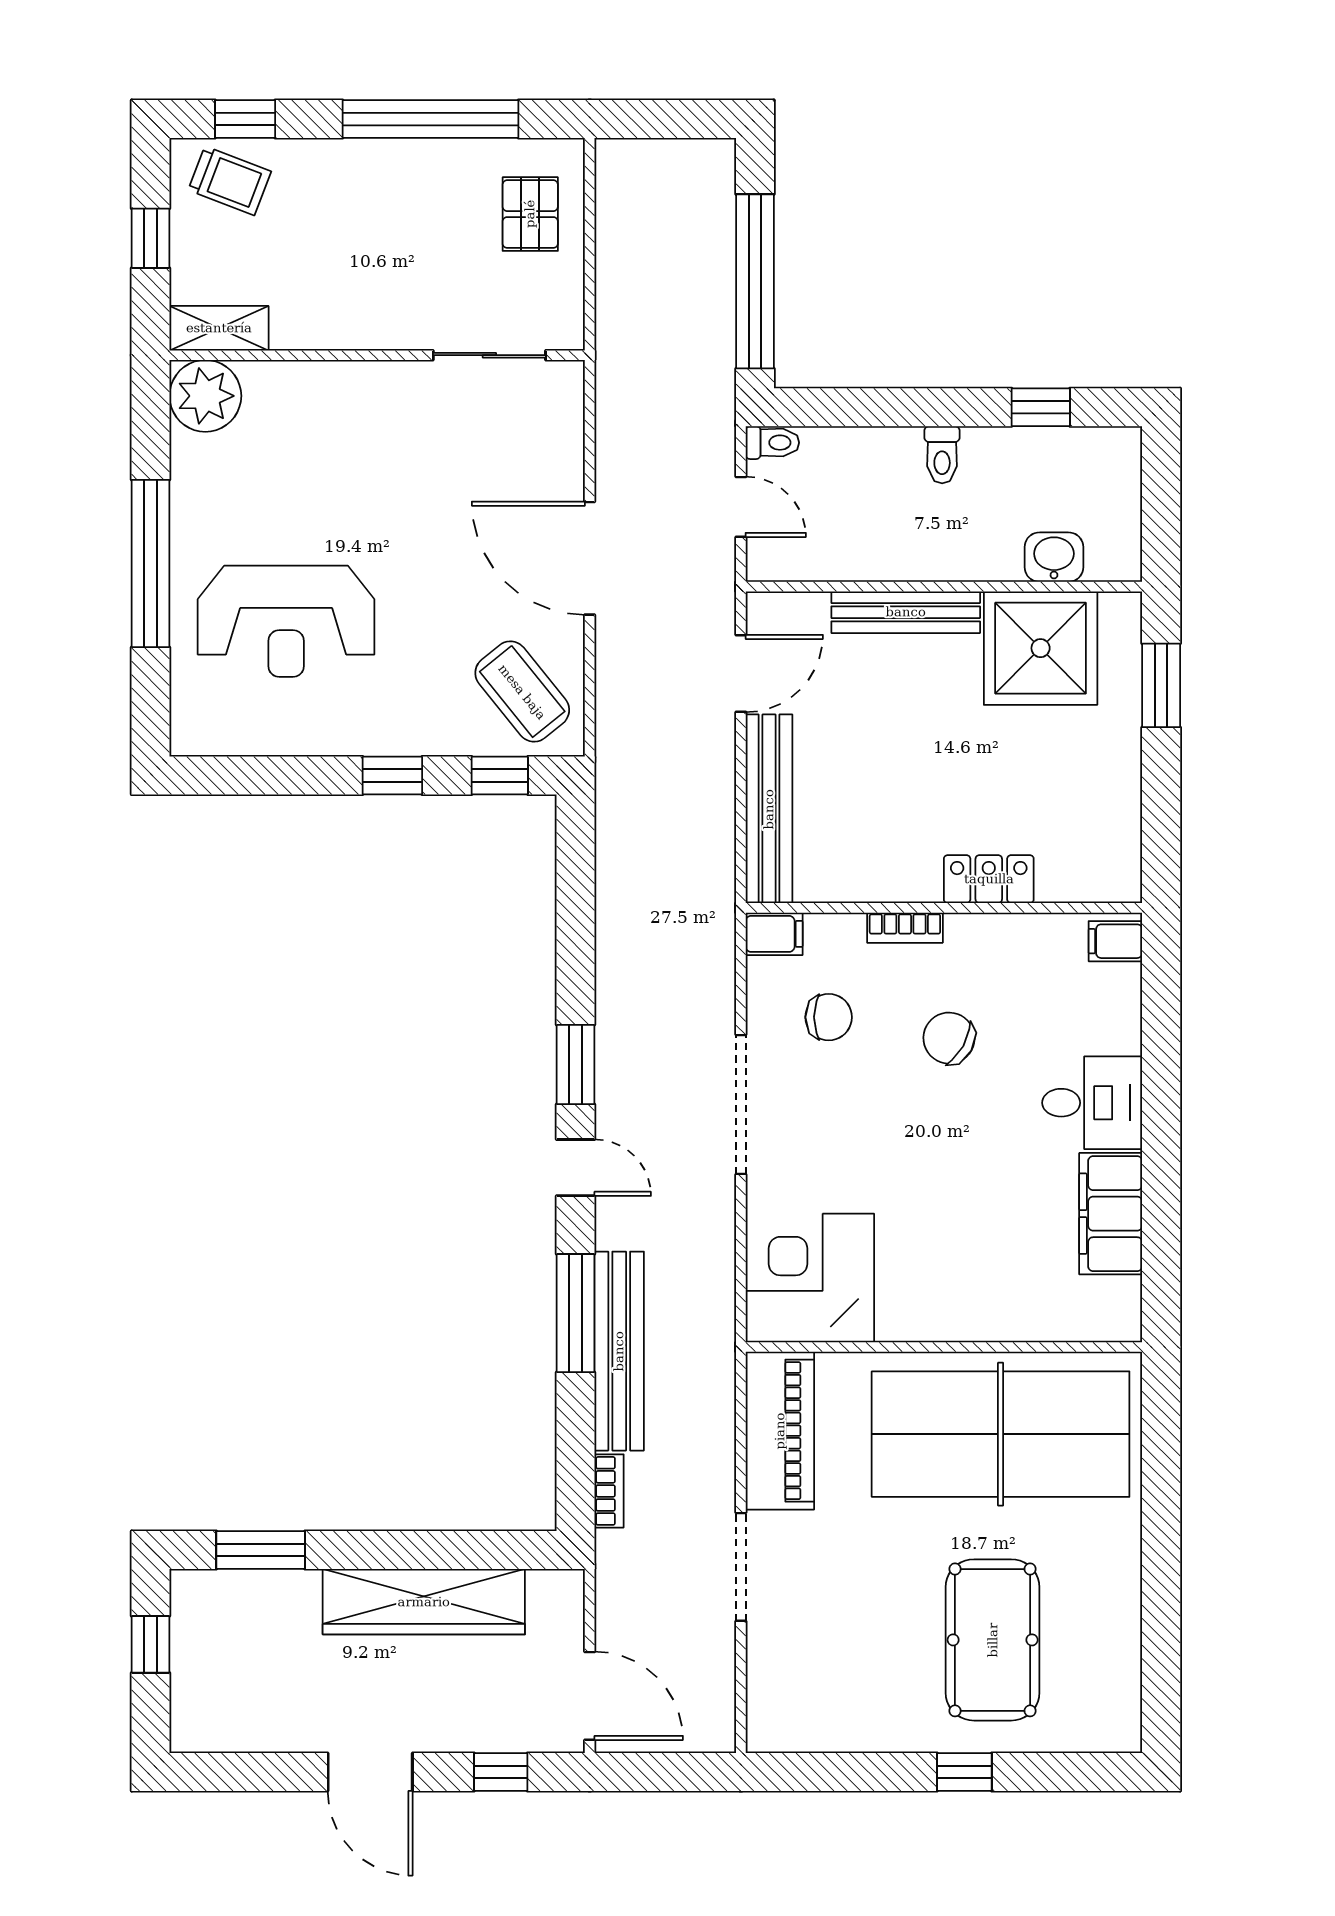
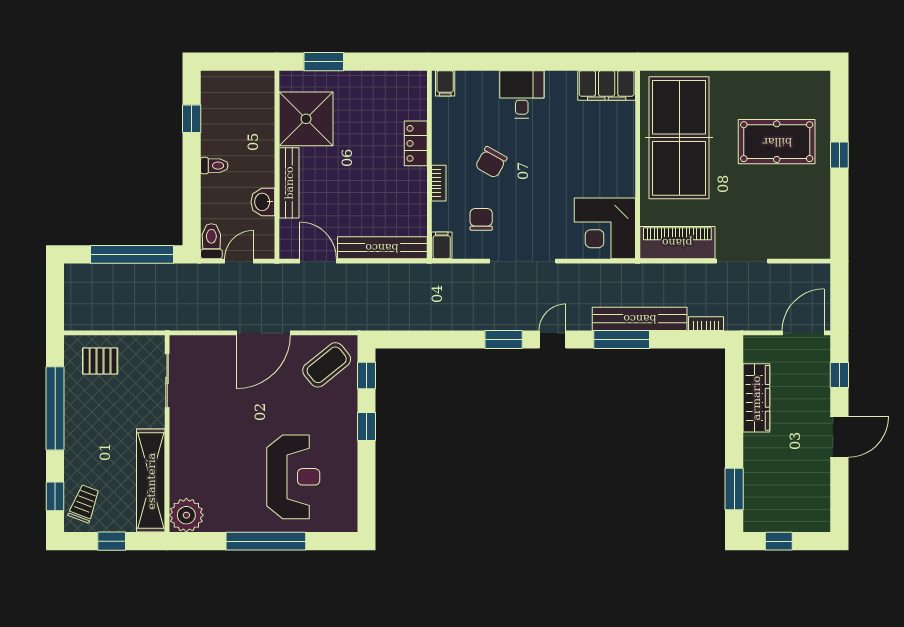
shelving: (219, 328) -> (151, 481), width x2.20, depth x1.33
toilet: (772, 443) -> (211, 241), width x1.37, depth x1.39
washbasin: (1054, 557) -> (263, 202), moved
filing cabinet: (1111, 1214) -> (607, 86), moved
wardrobe: (424, 1602) -> (756, 398), width x0.71, depth x0.85

